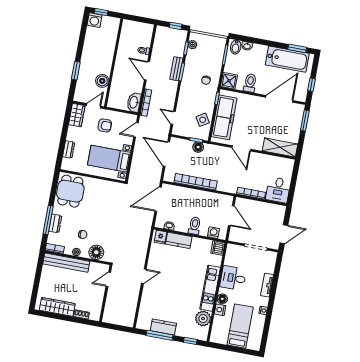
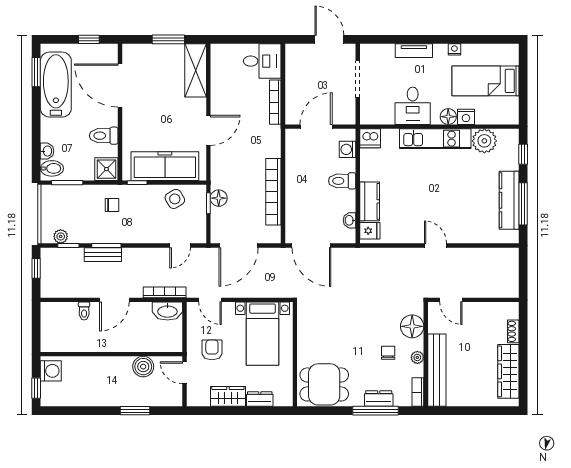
washing machine: (94, 20) -> (51, 371), moved
wardrobe: (77, 115) -> (228, 396), moved
window: (305, 120) -> (168, 39), moved
kitchen counter: (163, 327) -> (509, 200), width x1.50

